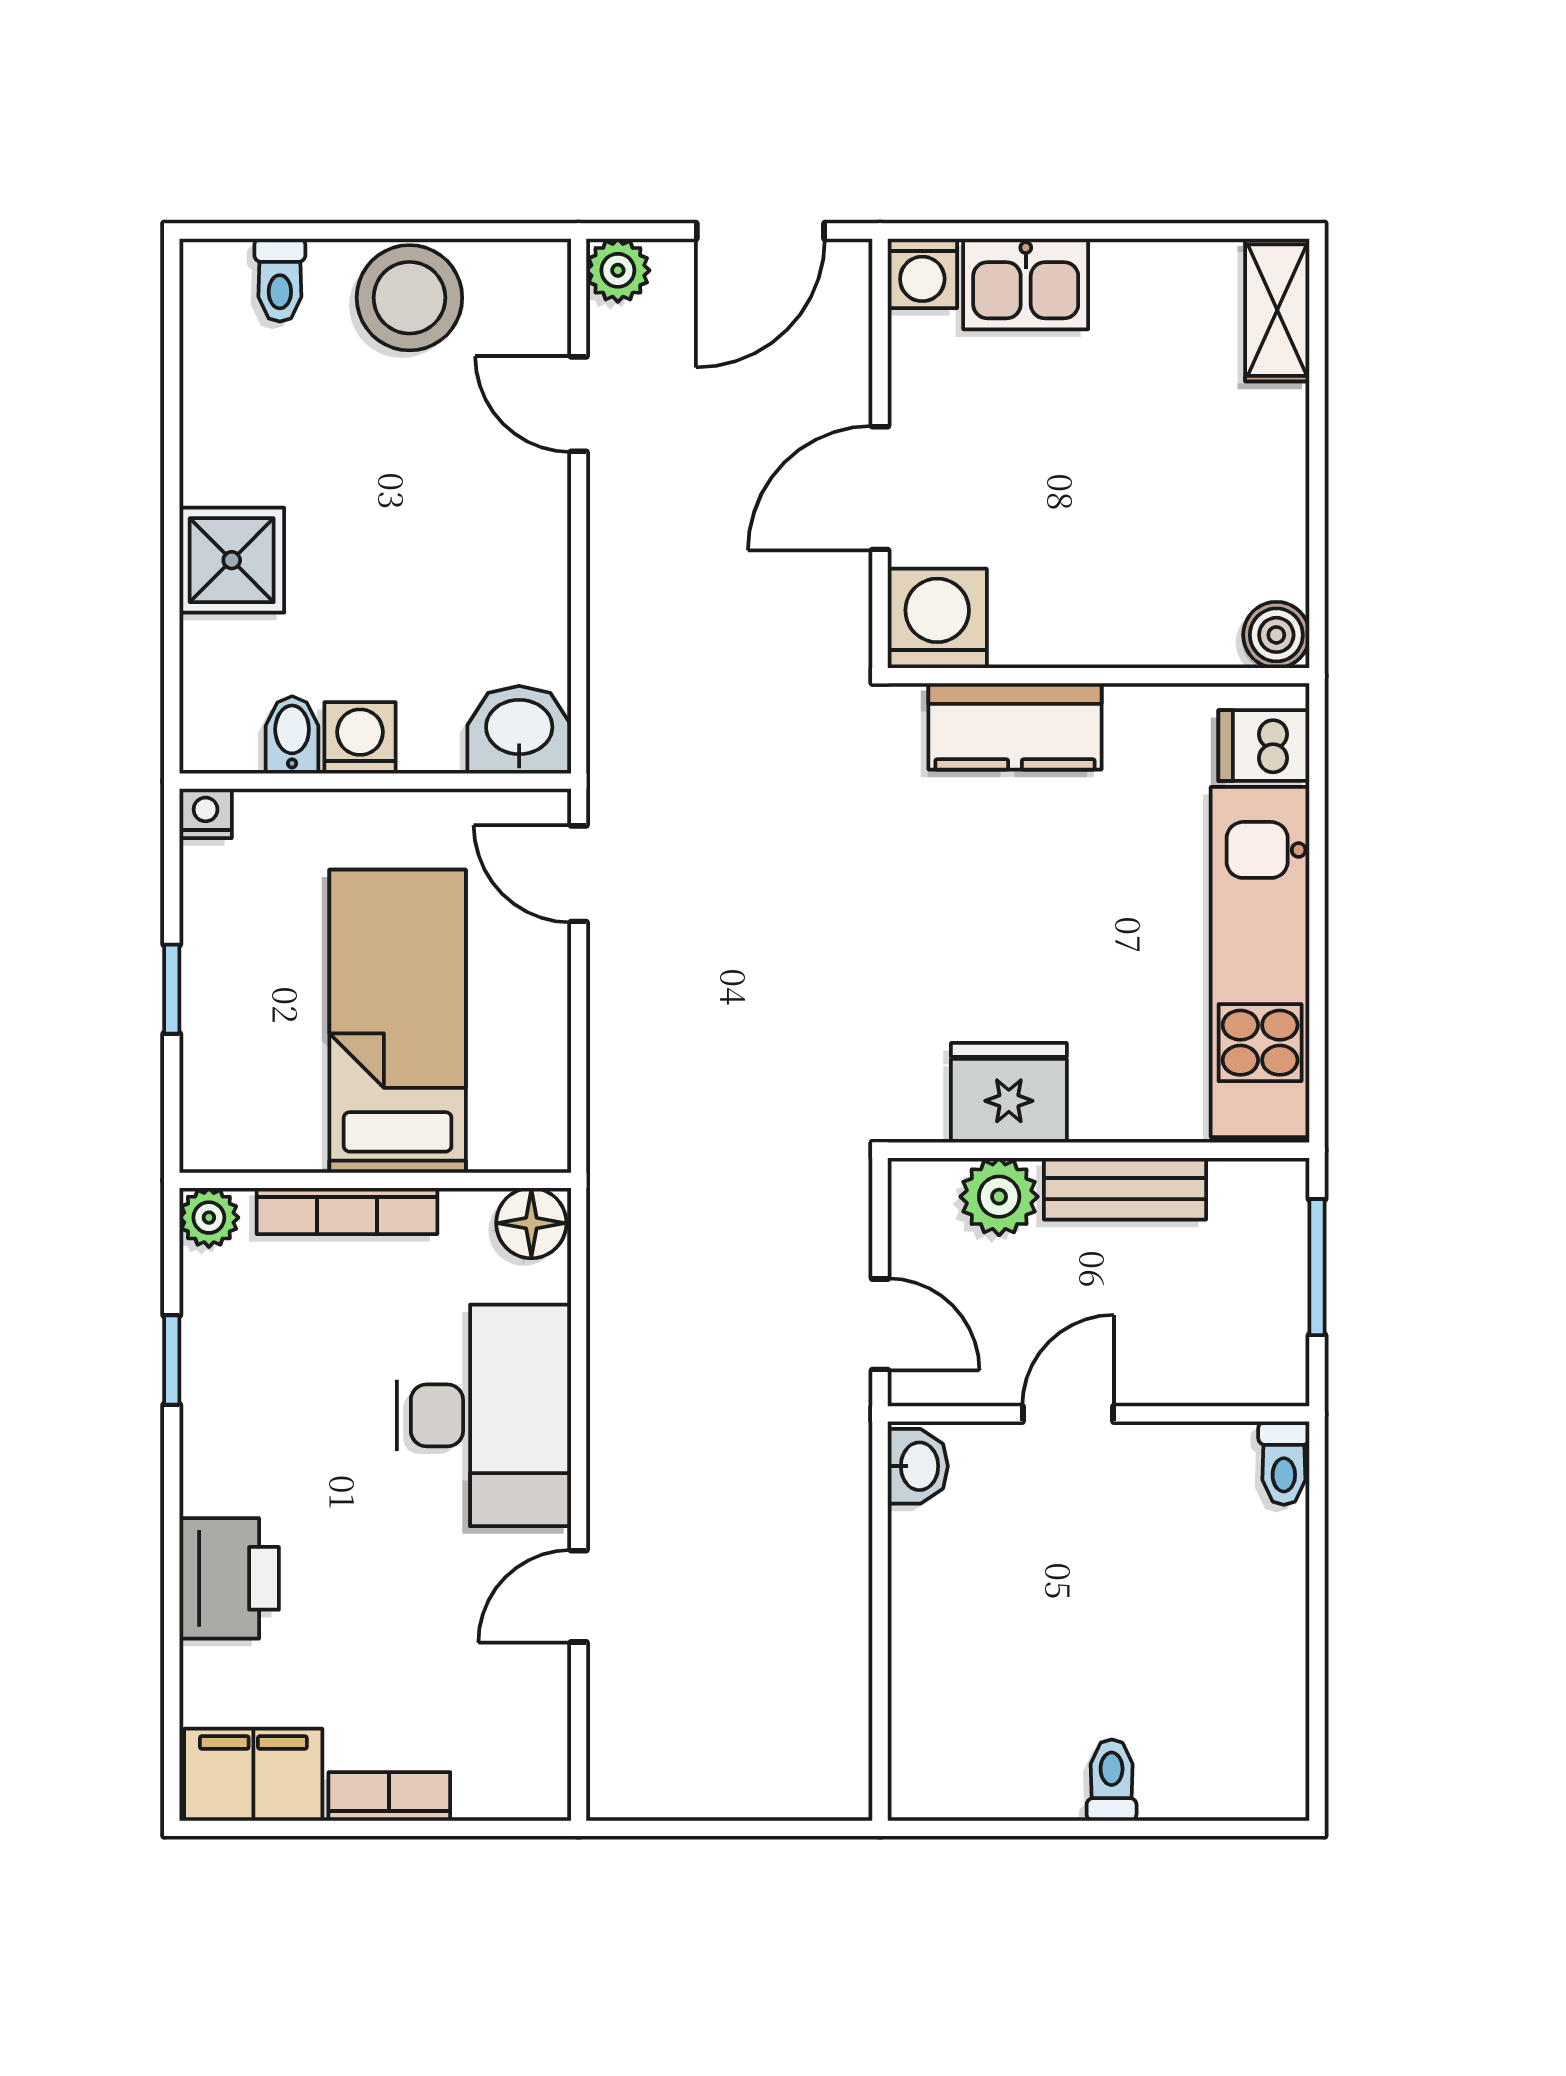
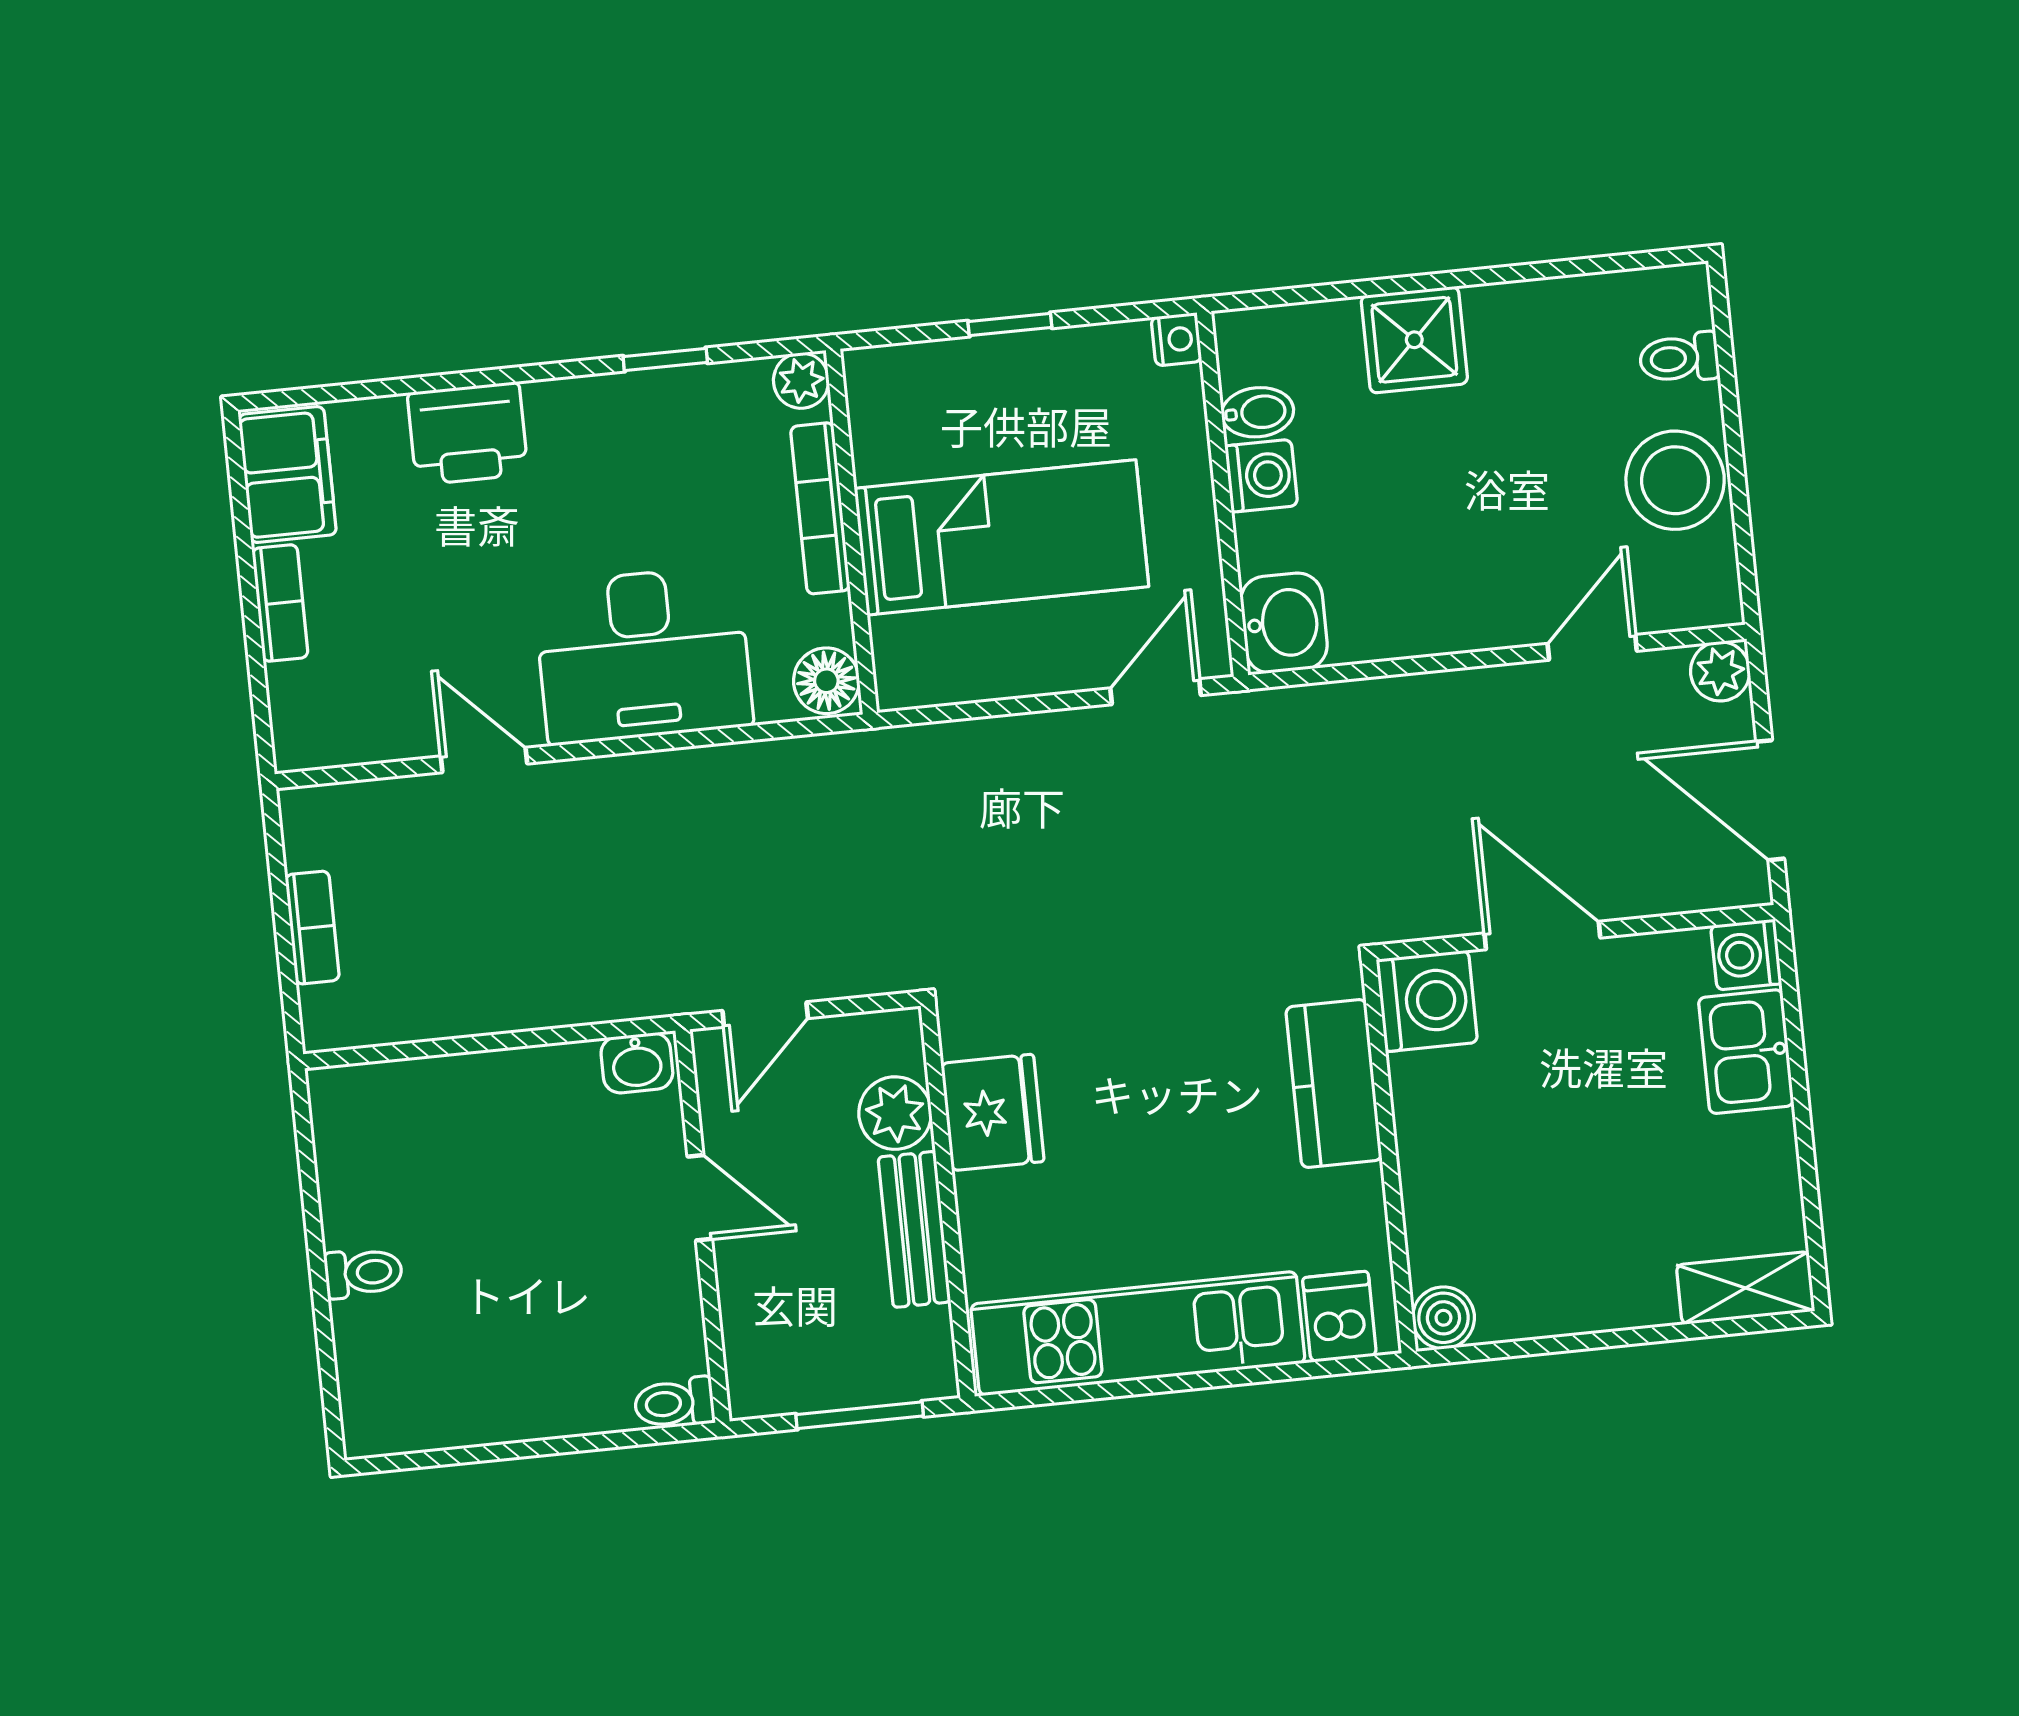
bookcase: (738, 1797) -> (312, 928), added

